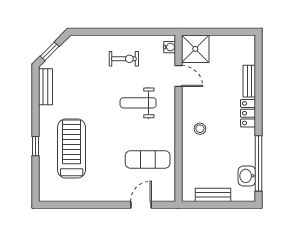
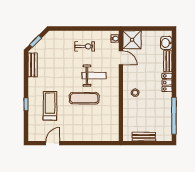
weight bench: (138, 103) -> (94, 76), turned 180
treadmill: (72, 148) -> (50, 106), width x0.73, depth x0.73
exercise mat: (148, 159) -> (84, 98), moved
washbasin: (247, 176) -> (166, 43), moved
door: (141, 205) -> (53, 143), moved

